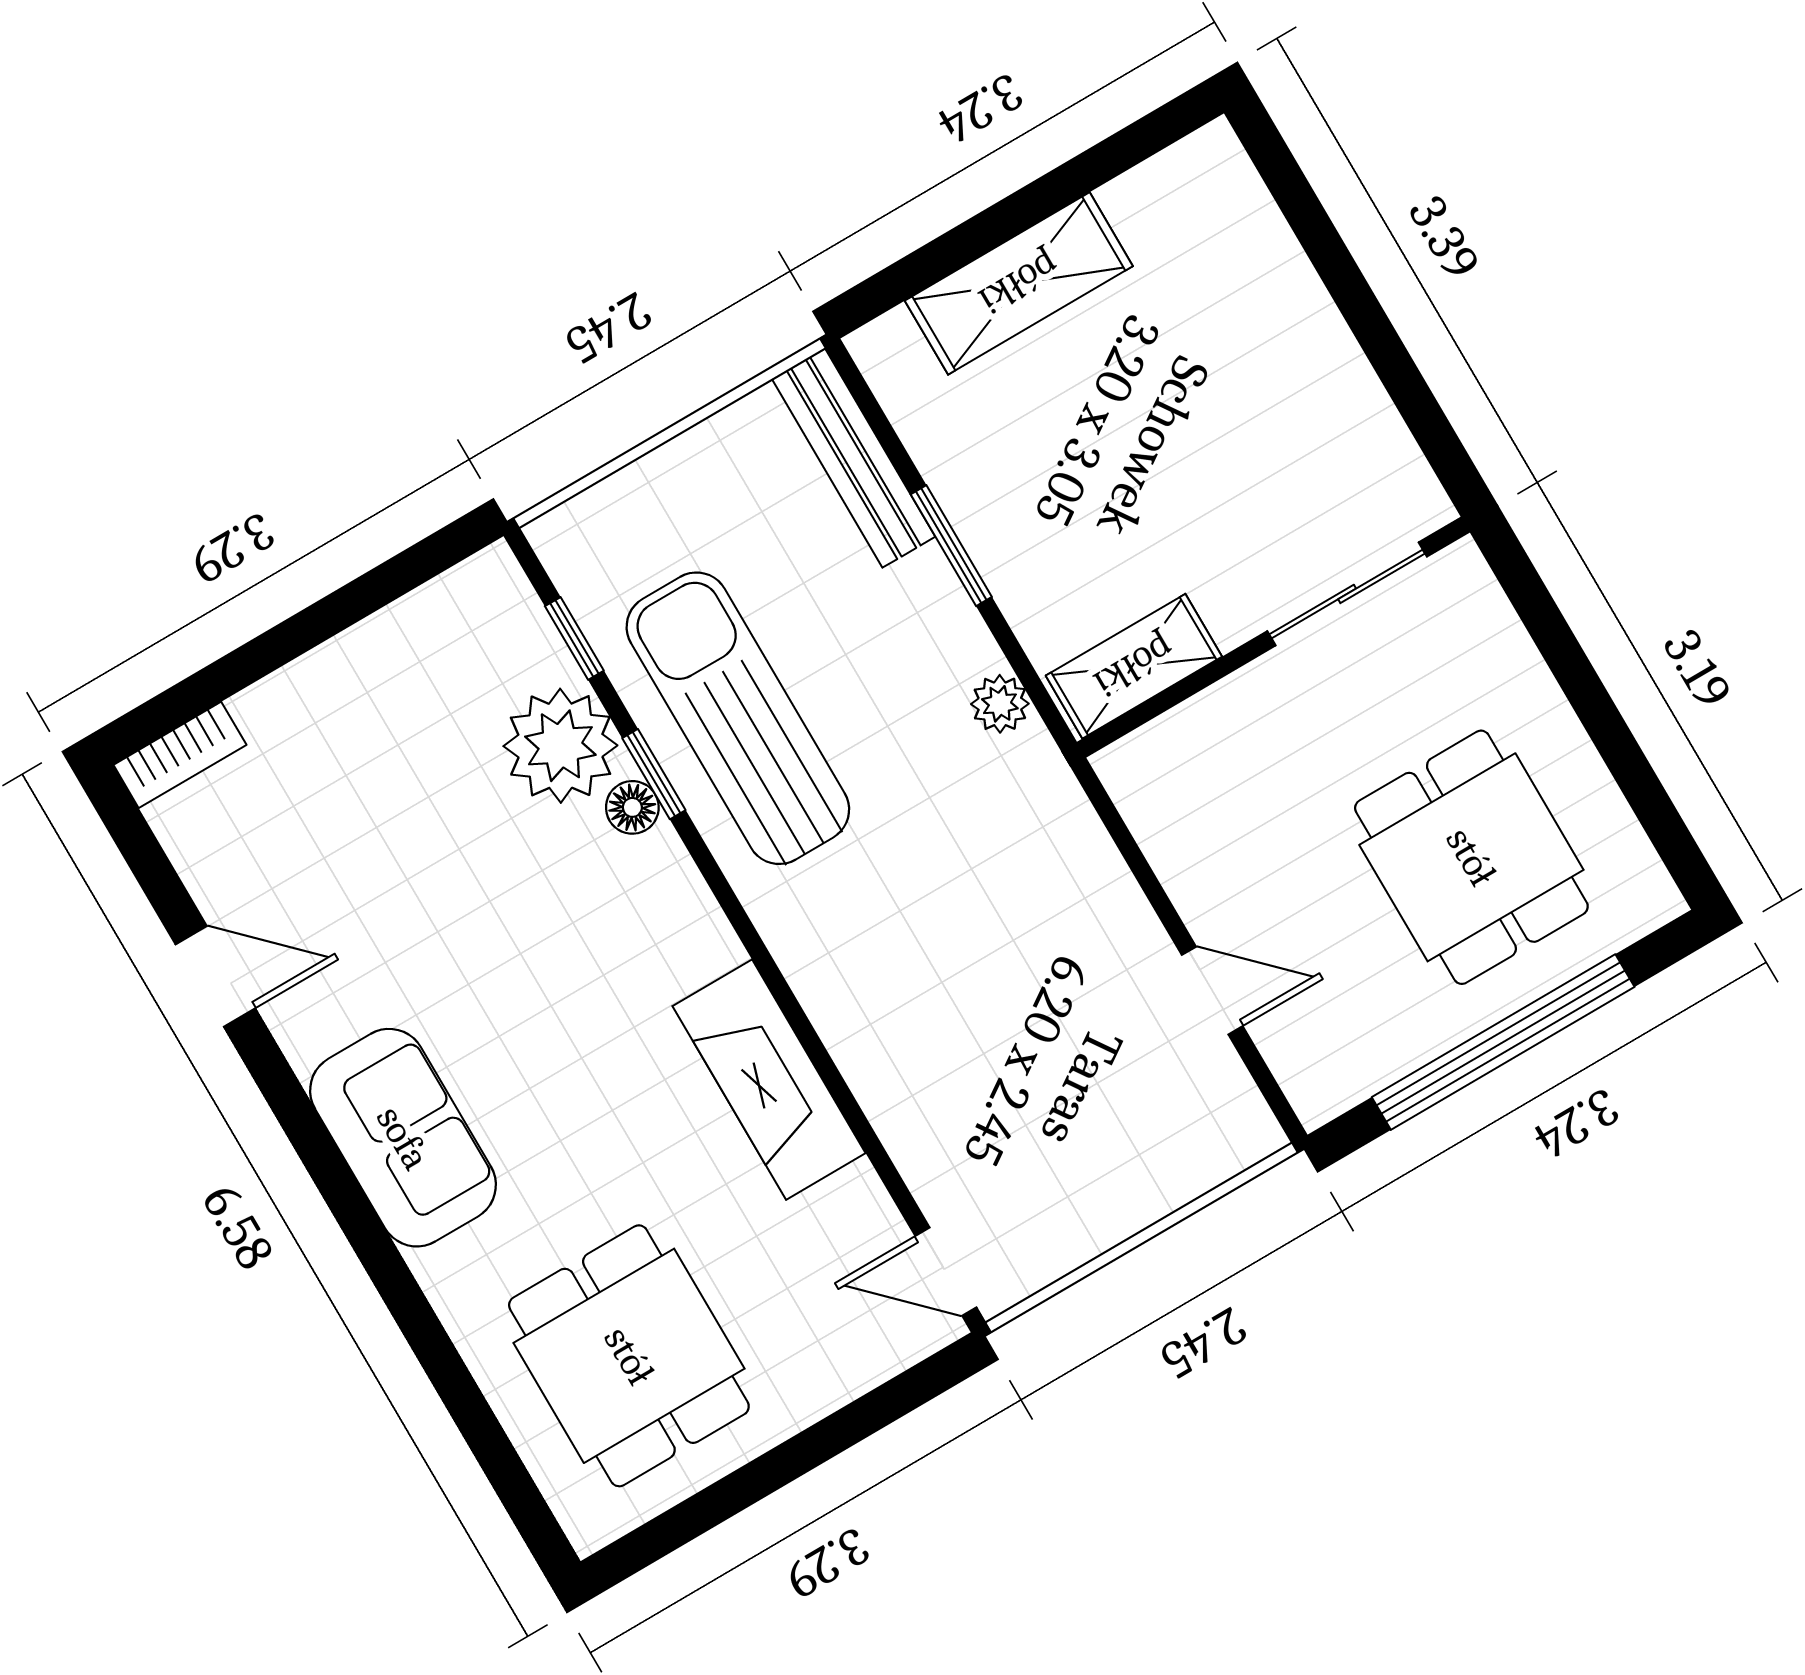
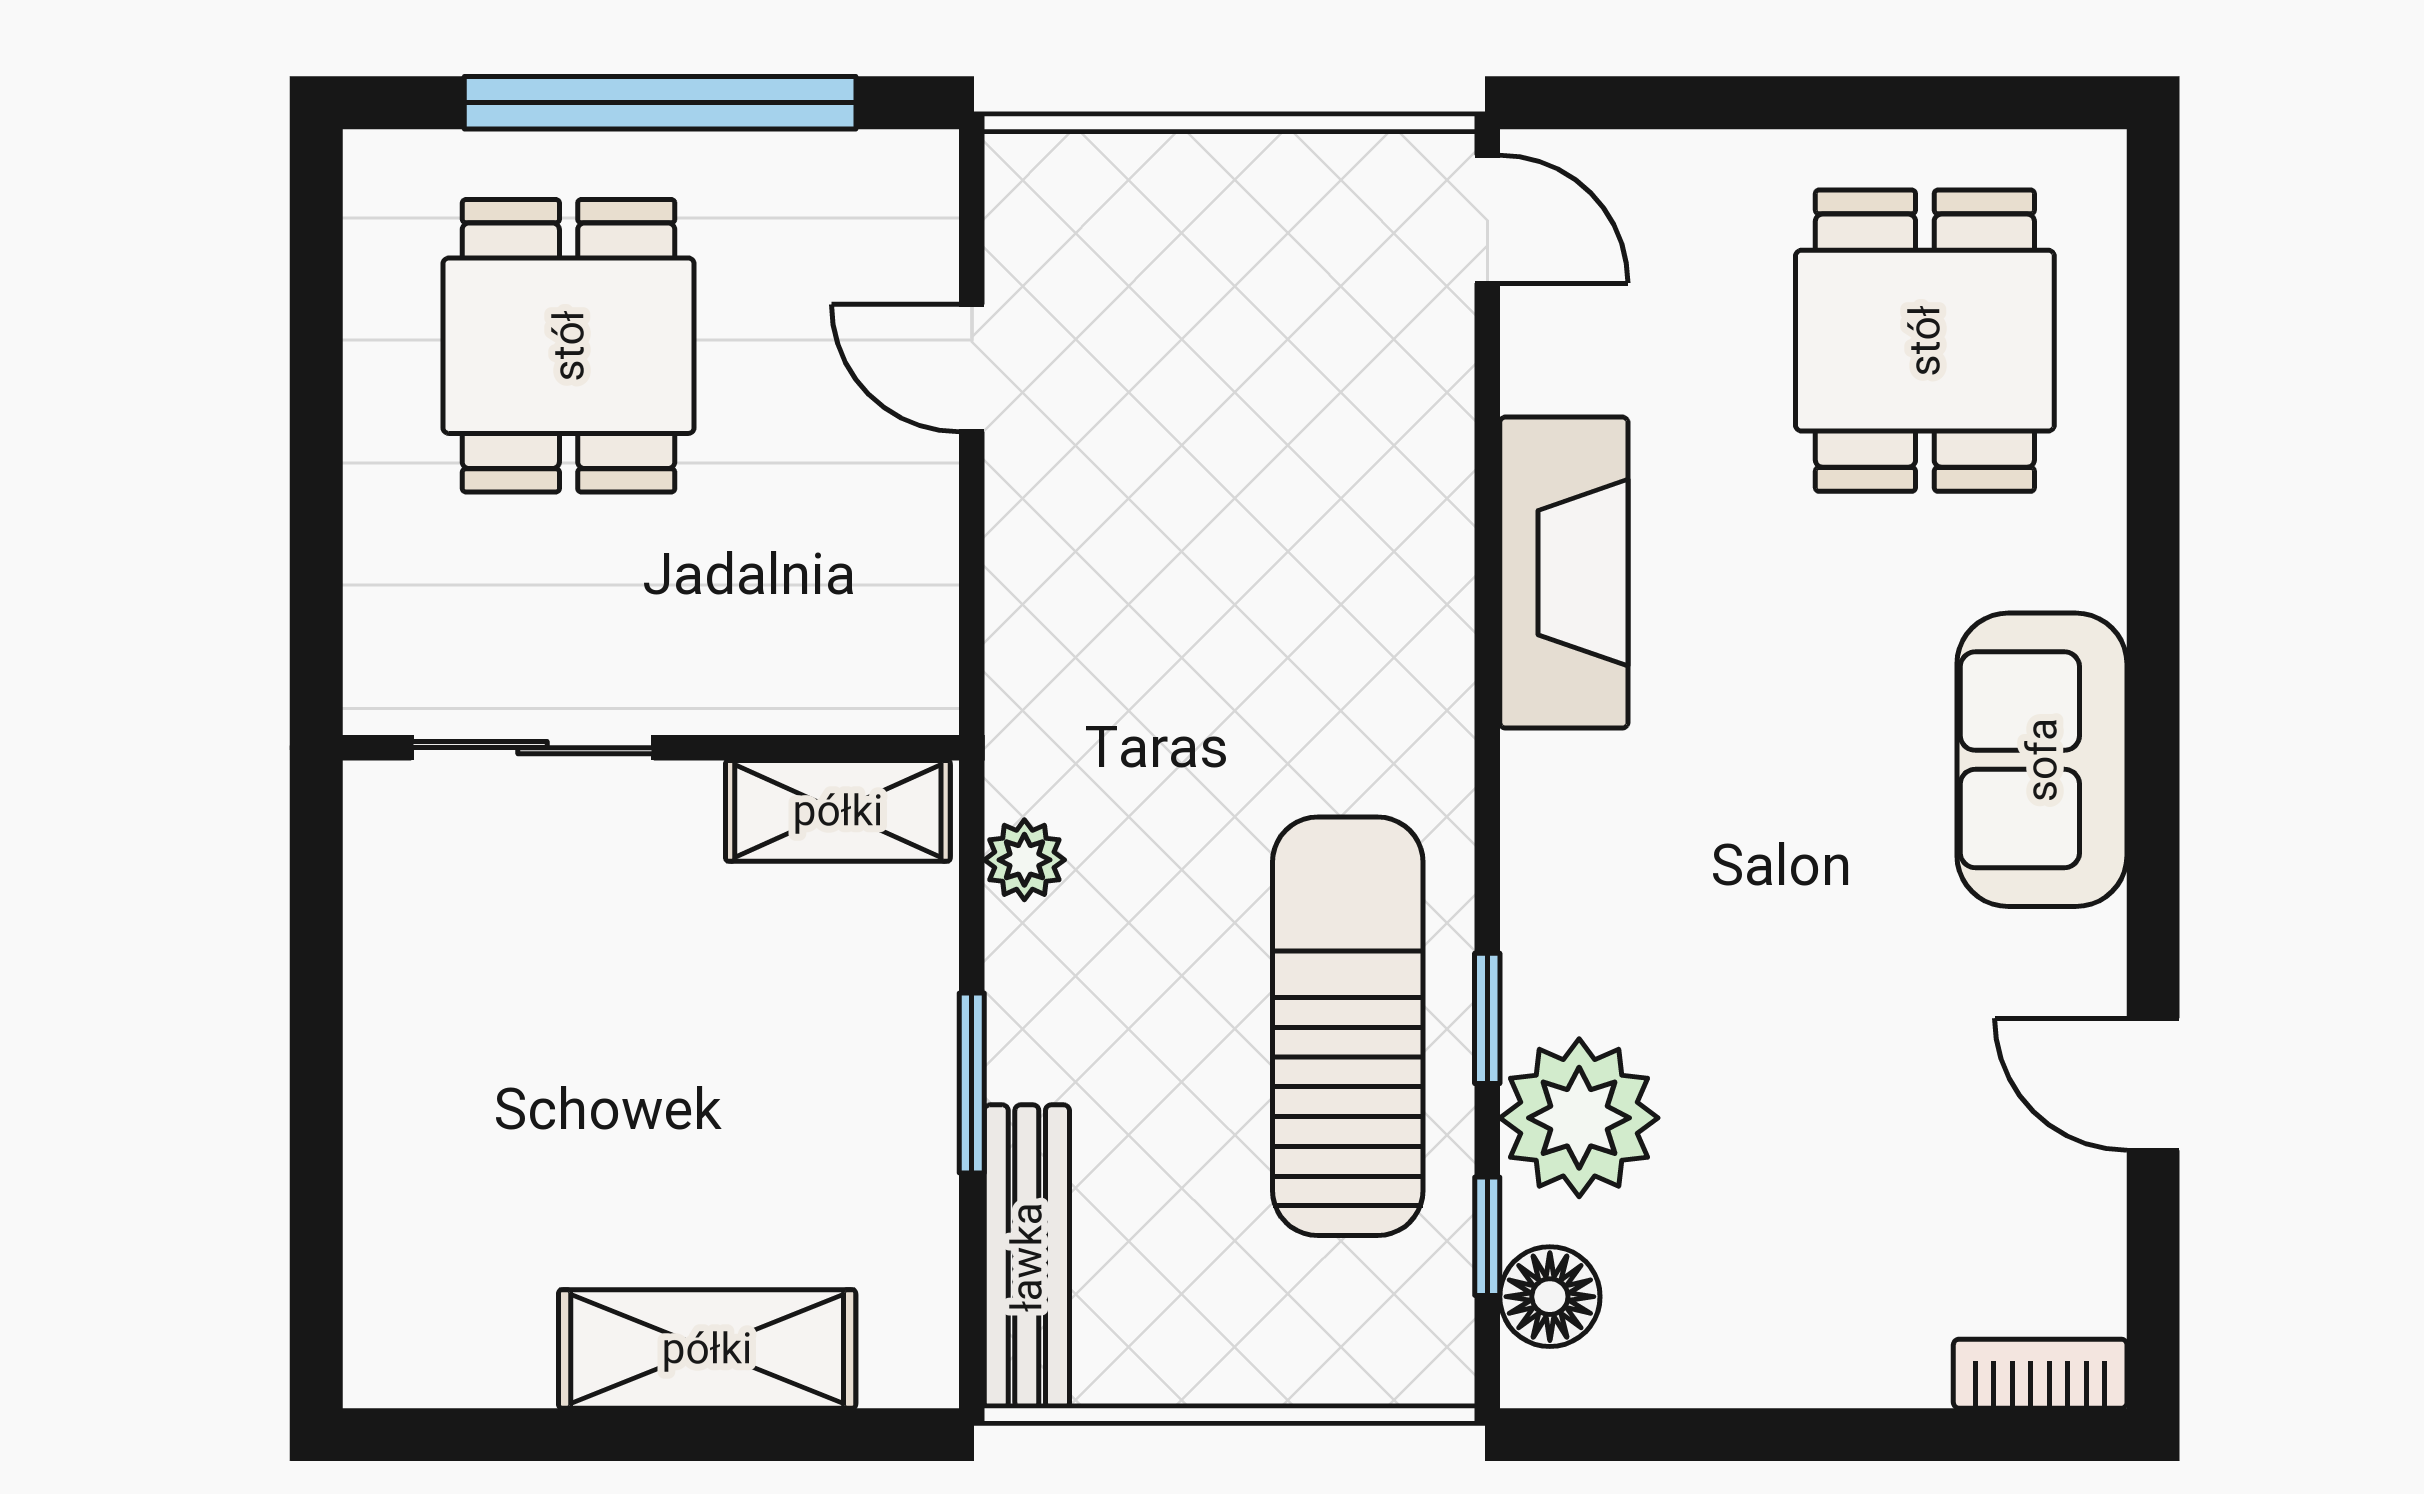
sun lounger: (738, 718) -> (1348, 1026), turned 180
floor lamp: (632, 807) -> (1550, 1297), moved, width x1.37, depth x1.37

